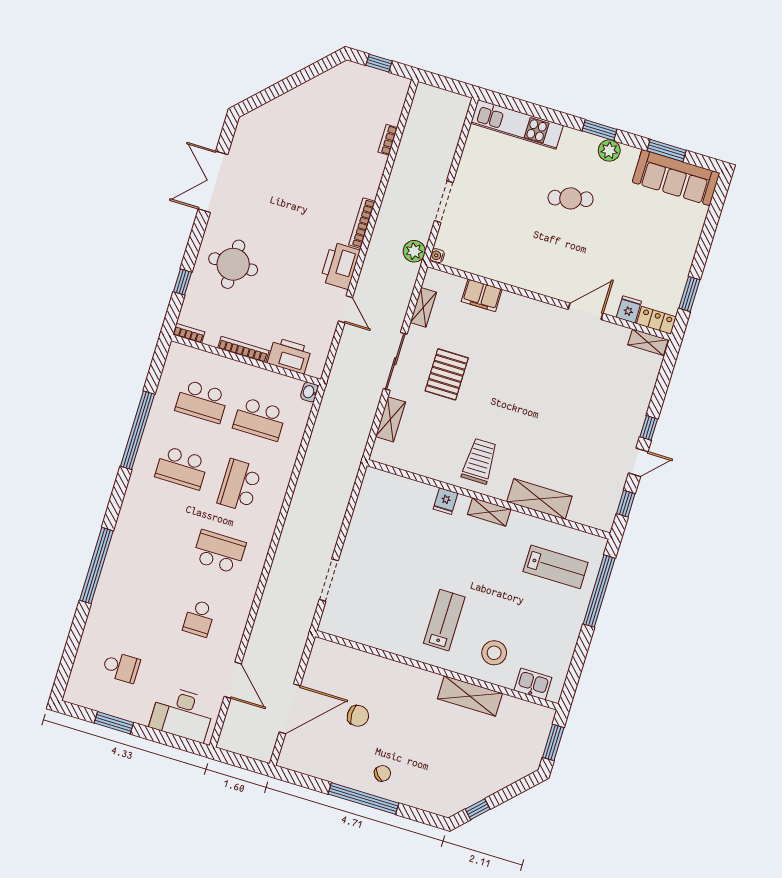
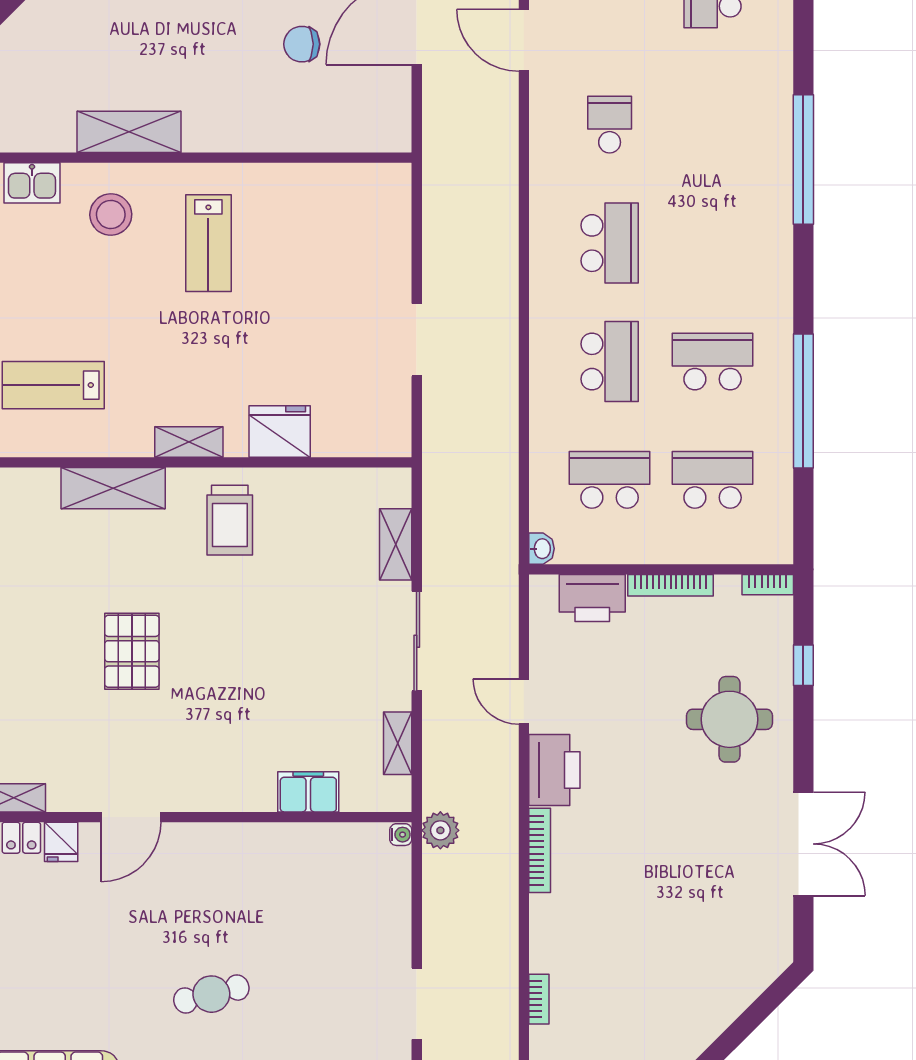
doorway: (444, 202) -> (417, 1004), moved
pallet: (447, 374) -> (132, 651), moved
fridge: (445, 501) -> (280, 431), width x1.88, depth x1.34
school desk: (219, 552) -> (610, 243), turned -90
doorway: (329, 580) -> (417, 340), moved

